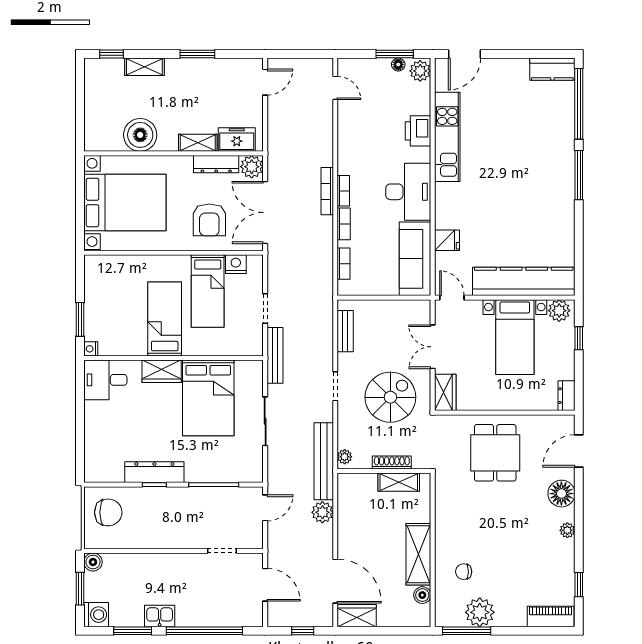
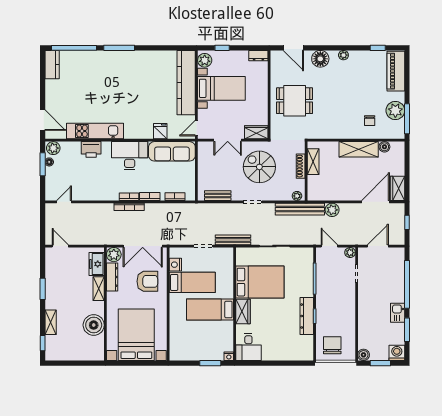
plant: (255, 541) -> (350, 253), added
piano: (551, 617) -> (396, 71), width x1.37, depth x1.33

